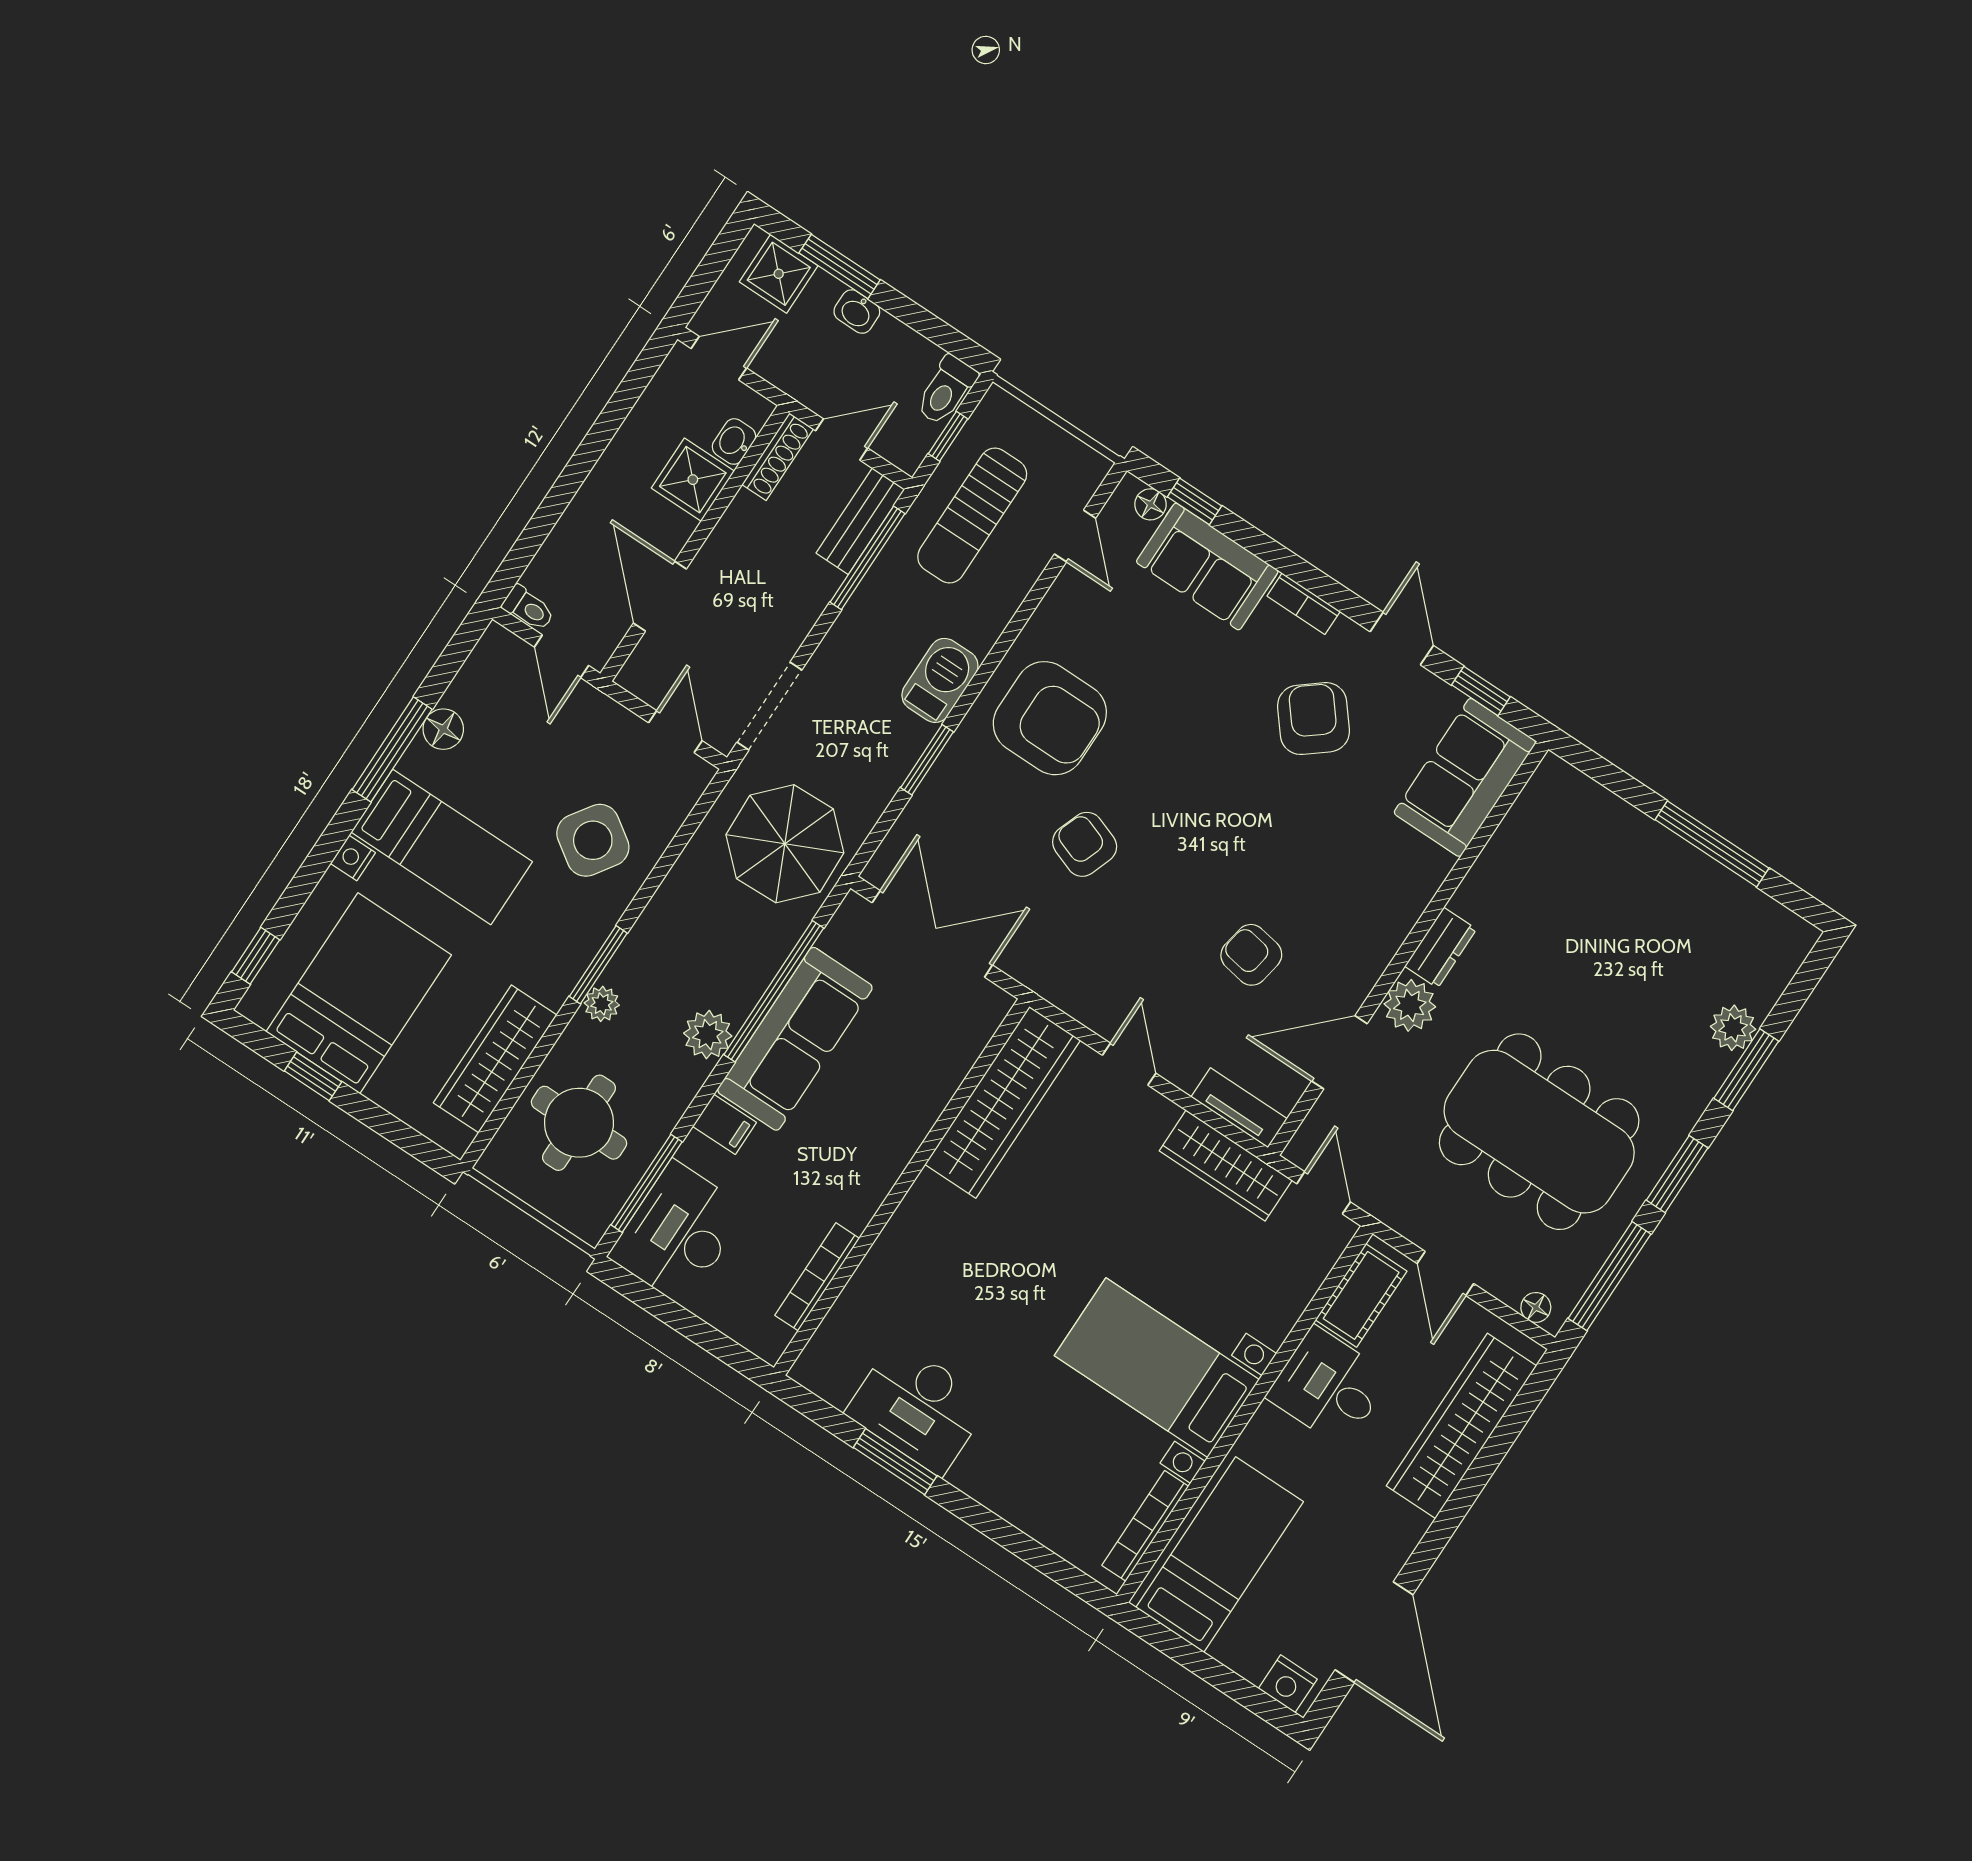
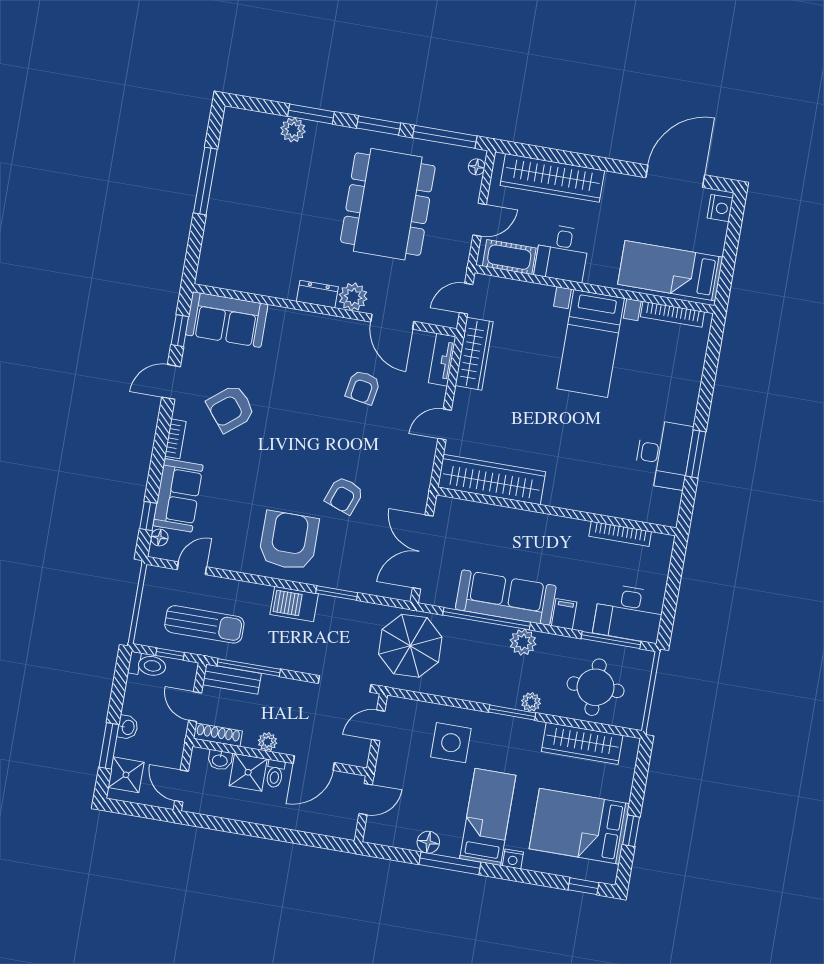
plant: (729, 535) -> (268, 742), added
toilet: (528, 608) -> (275, 774), moved, turned 180
side table: (593, 840) -> (451, 743), turned -34

